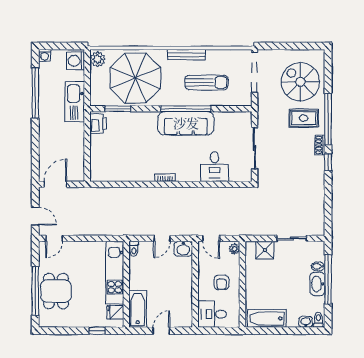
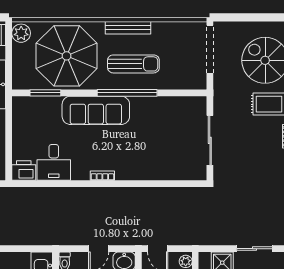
sun lounger: (206, 83) -> (133, 64), moved
sofa: (186, 123) -> (96, 110), moved
printer: (98, 124) -> (24, 171), moved, turned -90
desk: (215, 167) -> (54, 162), moved

